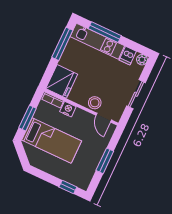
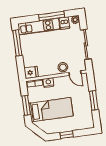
window: (105, 32) -> (52, 16), moved
fridge: (62, 81) -> (31, 72), width x0.53, depth x0.75
sliding door: (136, 94) -> (86, 44), width x1.37
window: (68, 187) -> (67, 135), moved

